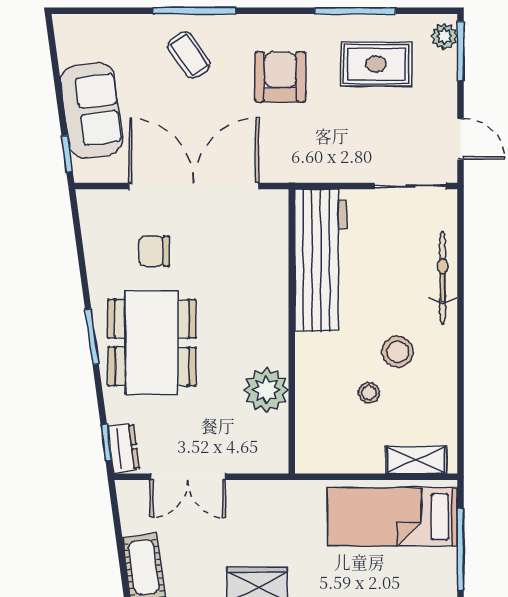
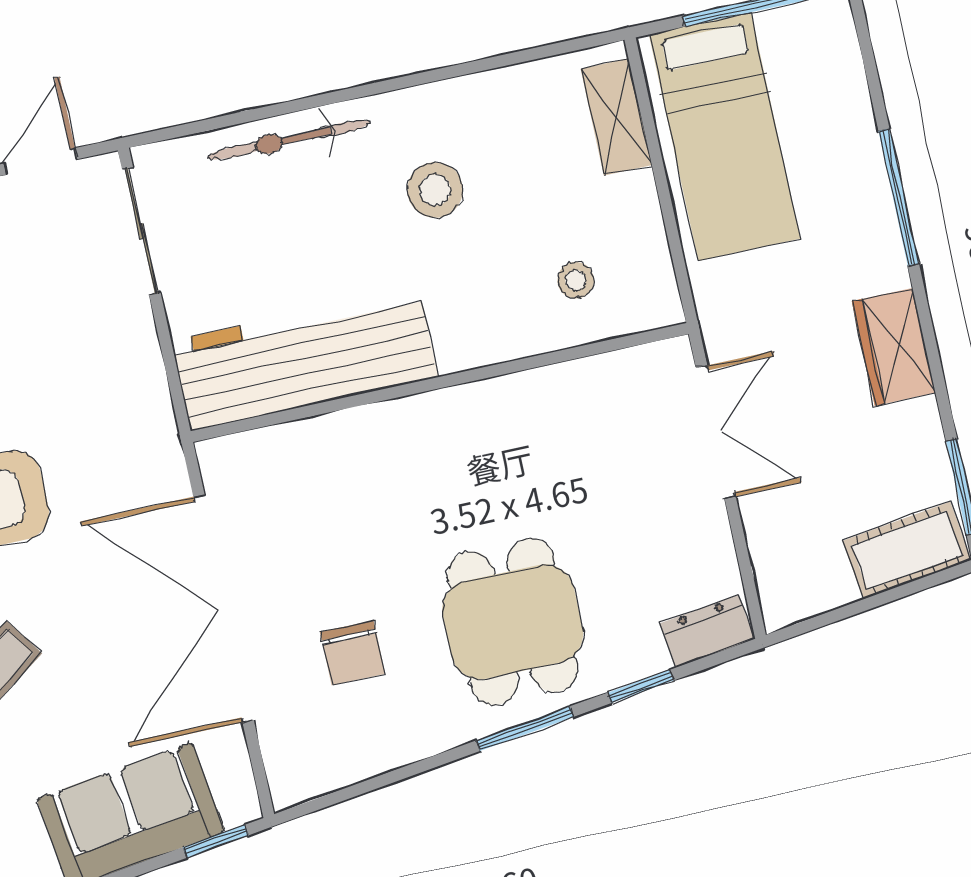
dining table: (152, 343) -> (513, 622), width x0.73
plant: (266, 390) -> (552, 405), removed
stool: (369, 393) -> (576, 280), moved
window: (106, 442) -> (640, 687), moved
double door: (188, 477) -> (716, 432), moved

